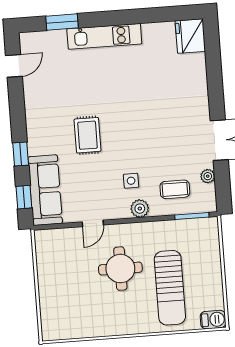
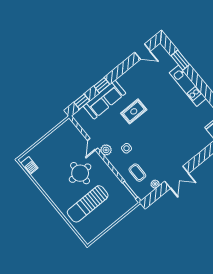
sofa: (45, 190) -> (105, 100), moved
plant: (140, 209) -> (106, 150), moved
door: (93, 223) -> (93, 144), hinge flipped
barbecue: (213, 320) -> (29, 166), moved

